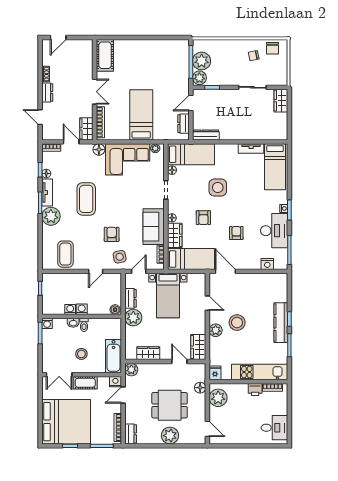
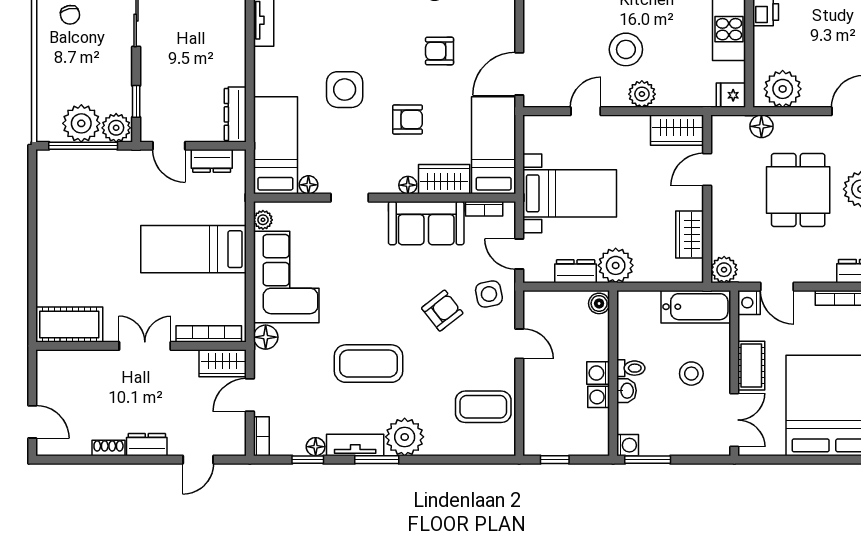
armchair: (112, 234) -> (442, 311), turned 142

